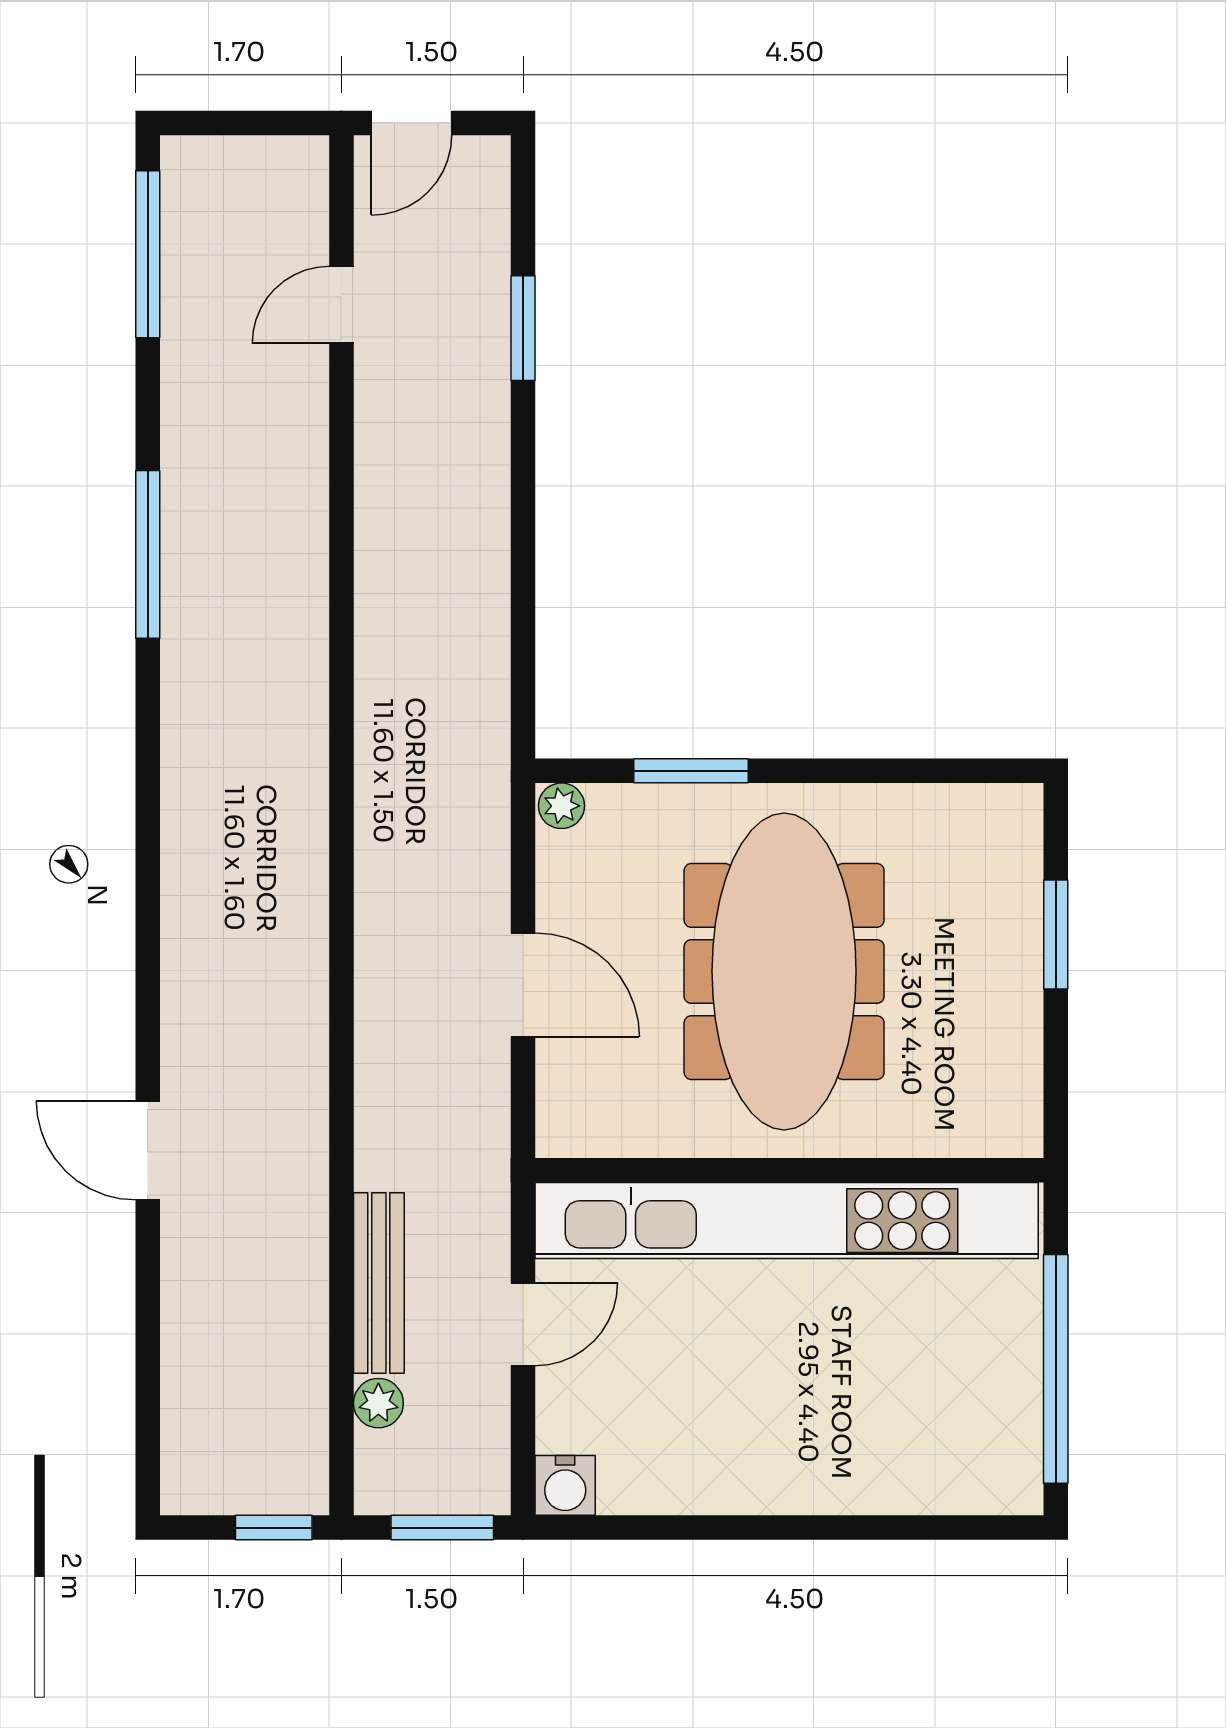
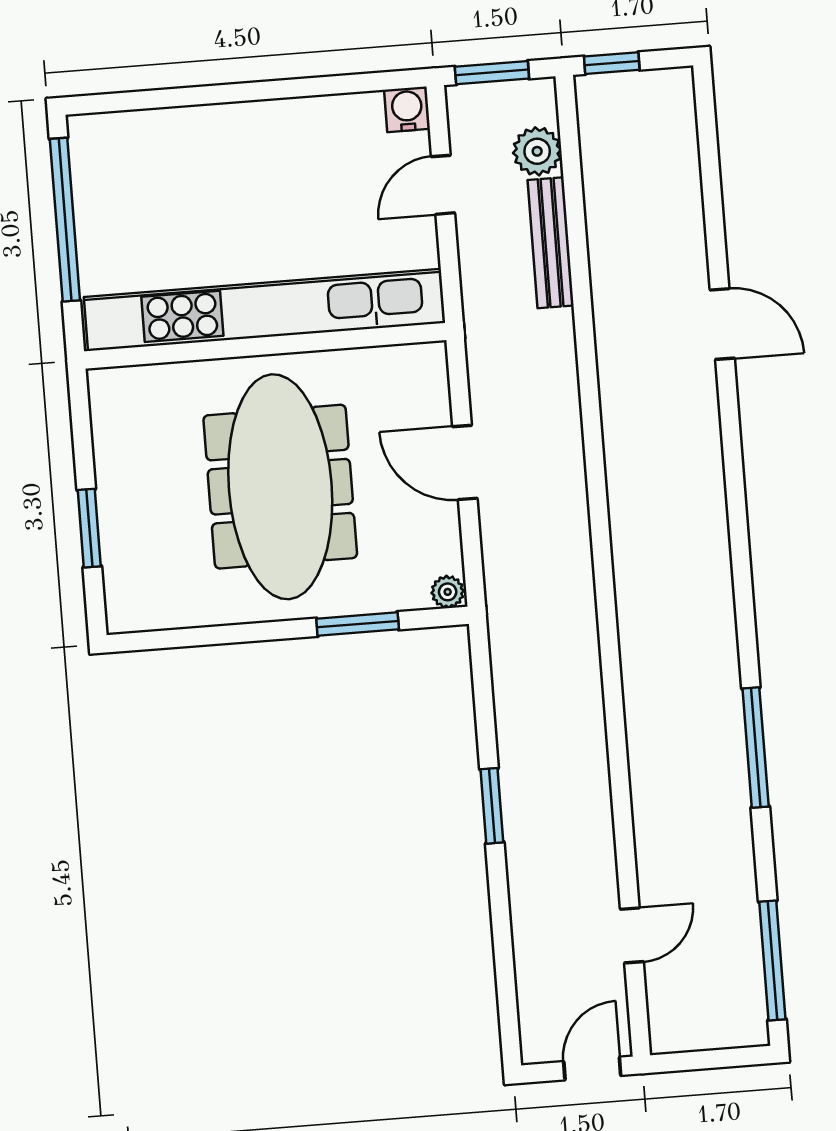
window: (523, 328) -> (492, 806), moved
door: (523, 1324) -> (443, 185), moved
plant: (378, 1403) -> (537, 151), width x1.38, depth x1.38

